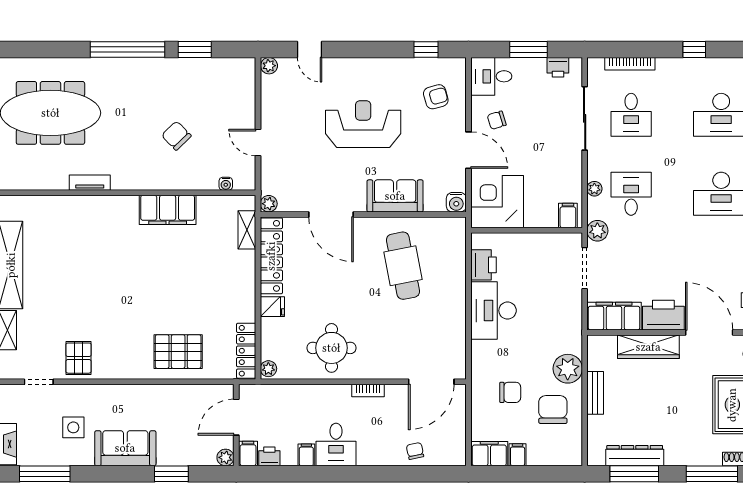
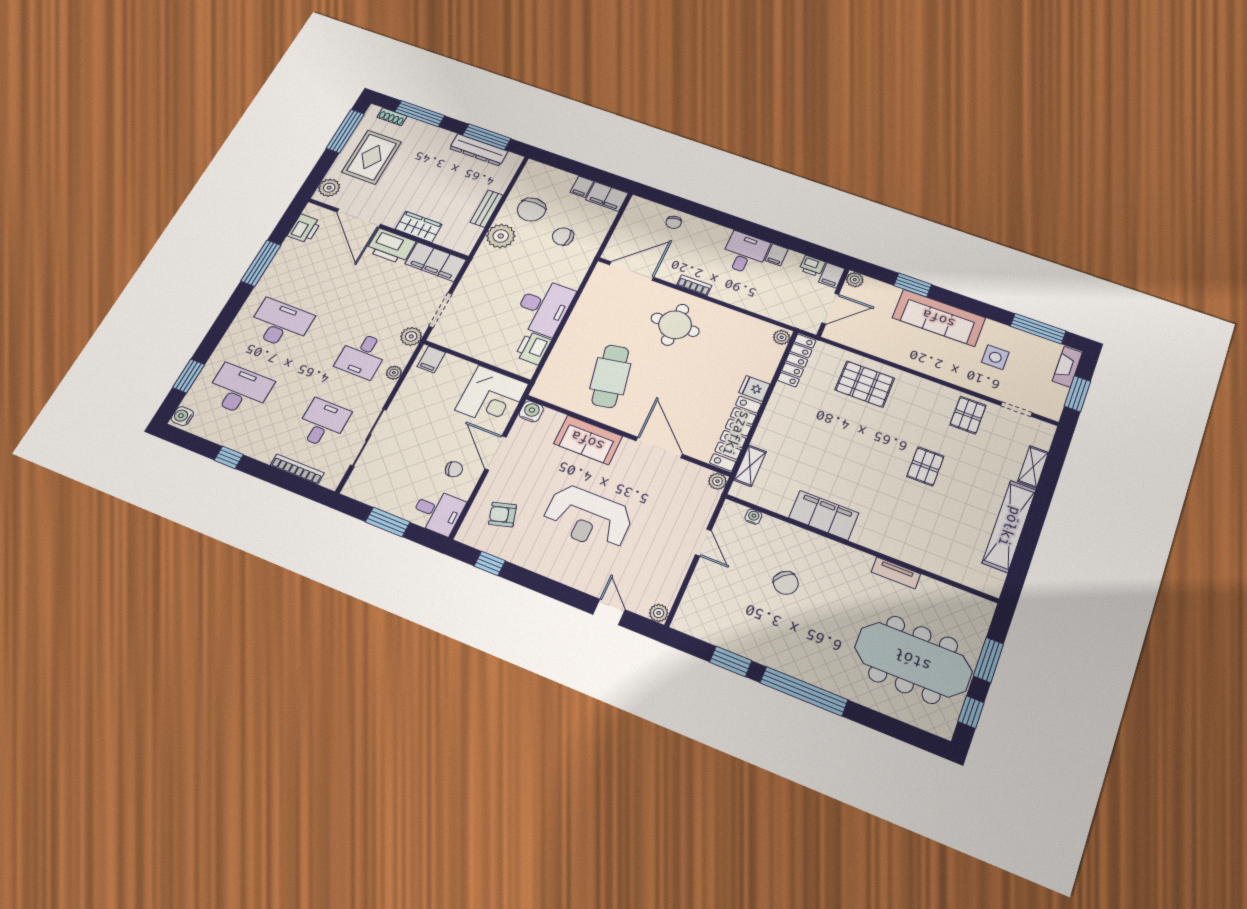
printer: (558, 67) -> (368, 494), removed
pallet: (99, 292) -> (925, 466), added
wardrobe: (648, 347) -> (419, 227), width x0.67
round table: (331, 348) -> (675, 325), moved
sofa: (125, 448) -> (939, 318), width x1.36

